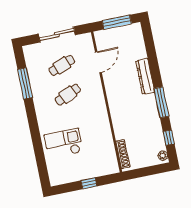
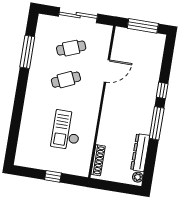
door: (98, 62) -> (107, 71), moved
dresser: (145, 76) -> (140, 153), moved
window: (169, 138) -> (162, 90), moved
checkout: (64, 143) -> (67, 130), moved, turned -90

